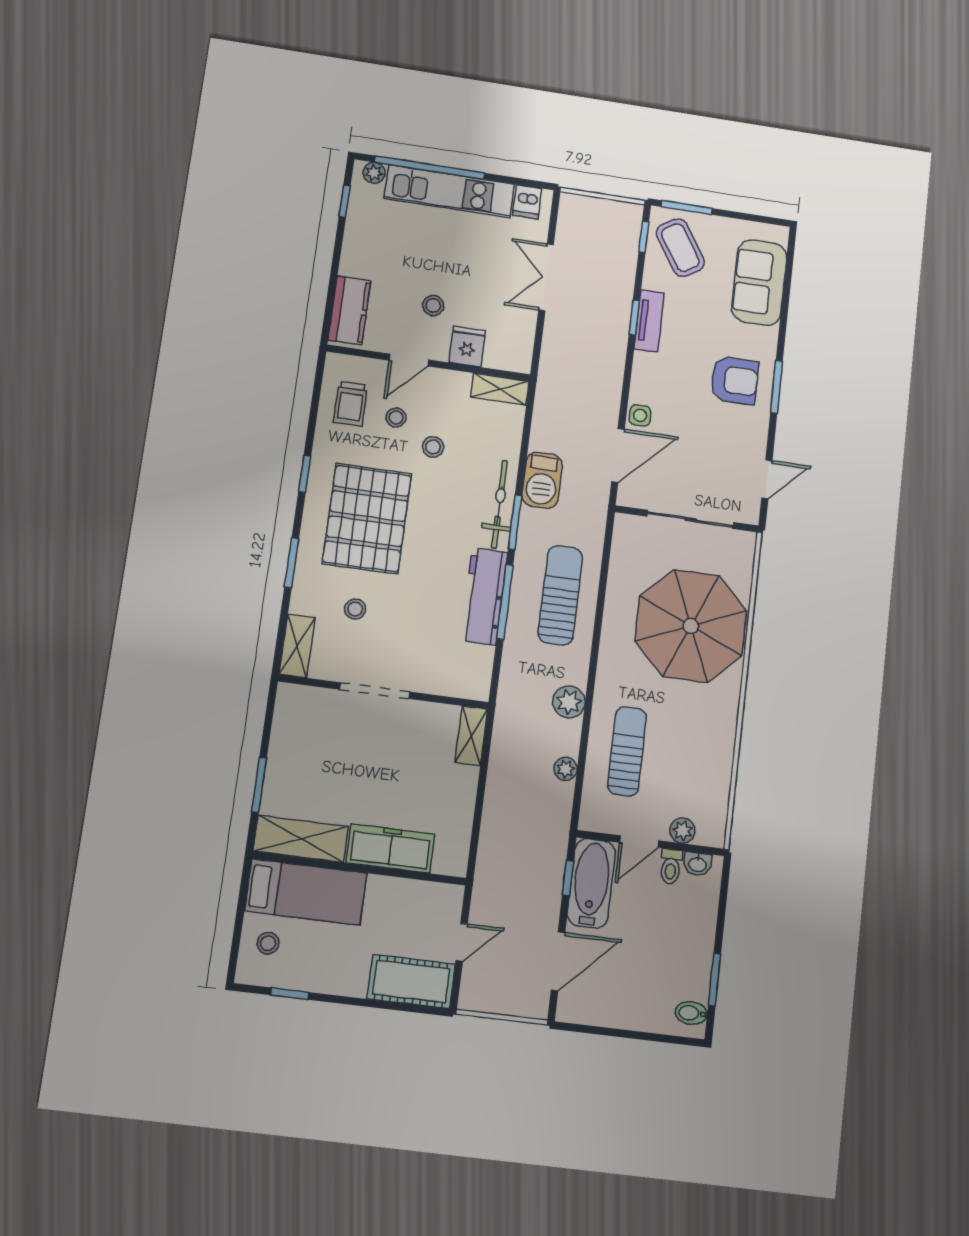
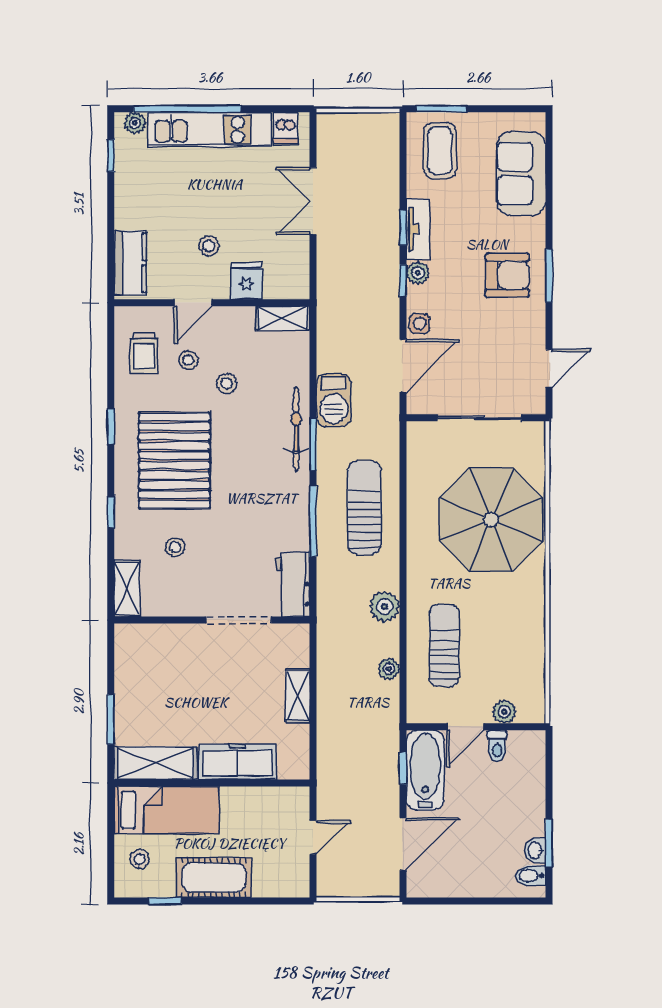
window: (644, 237) -> (403, 280), moved
coffee table: (680, 248) -> (440, 151), turned 32
plant: (644, 364) -> (418, 273), added
window: (292, 563) -> (111, 512), width x0.67
workbench: (484, 596) -> (293, 584), moved, width x0.73
doorway: (375, 691) -> (239, 620), moved
shelving: (471, 736) -> (298, 696), moved
washbasin: (698, 864) -> (535, 850), moved, turned 90
cot: (411, 981) -> (214, 878), moved

